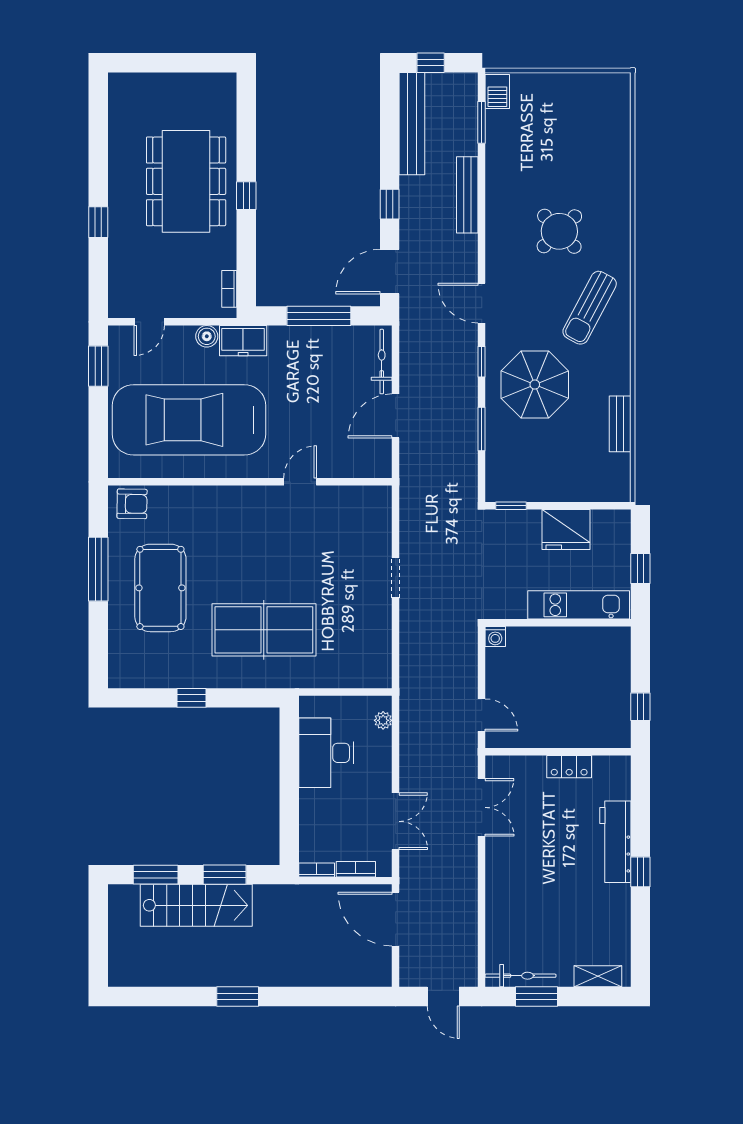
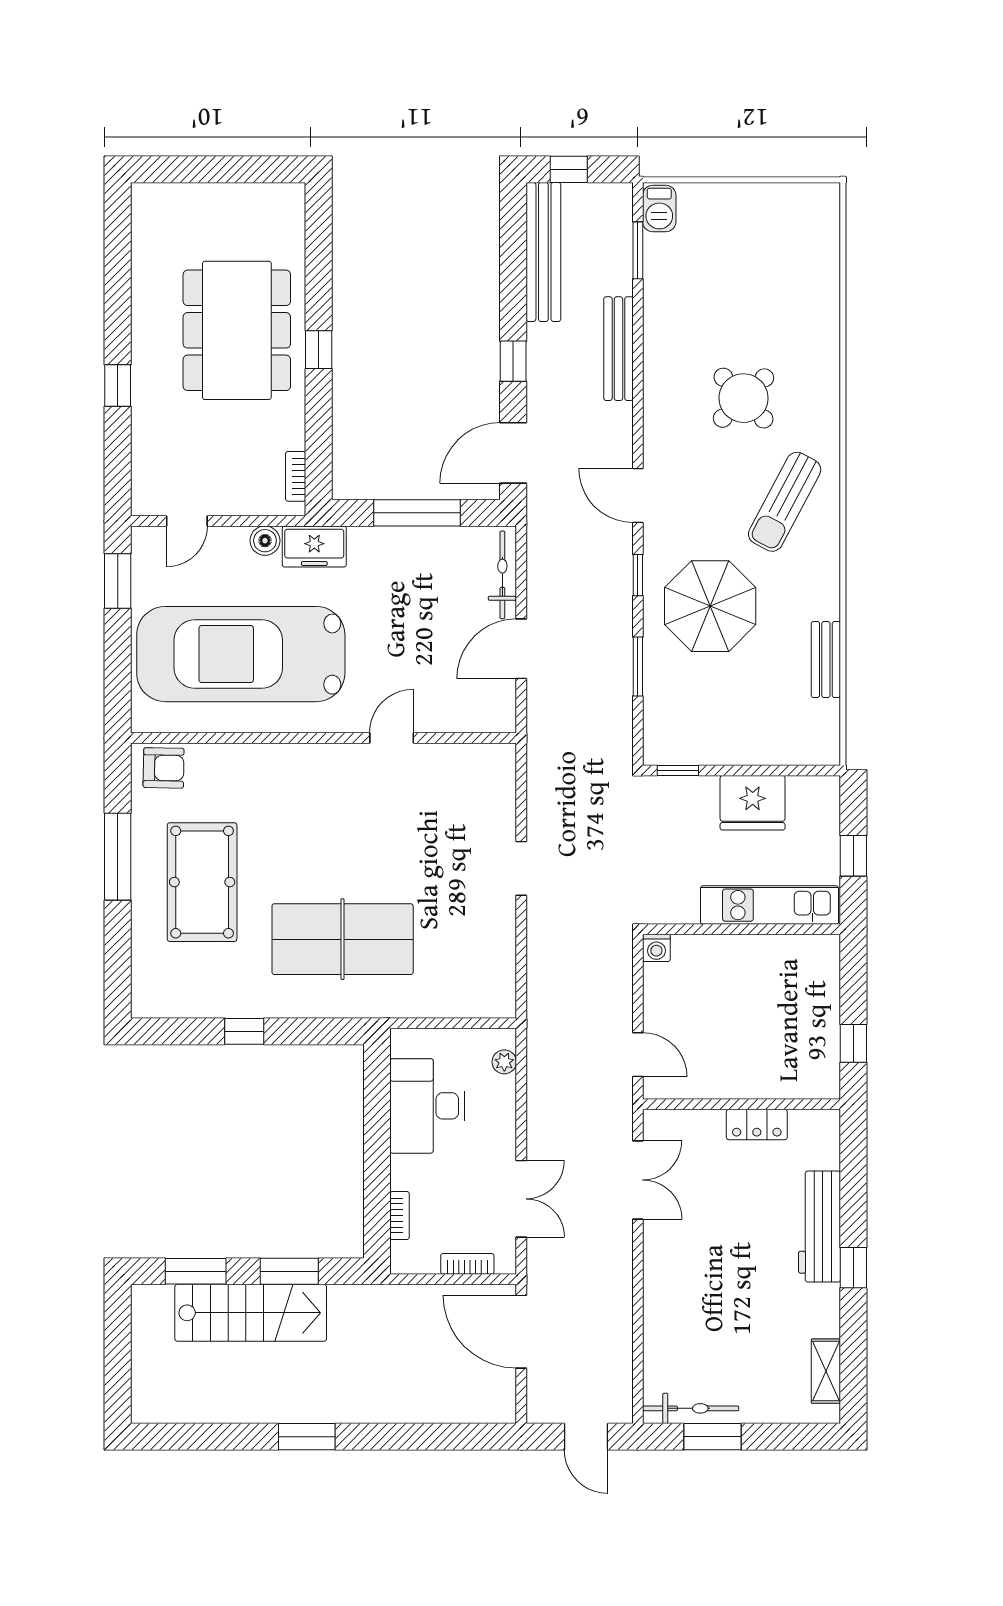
bookcase: (317, 870) -> (400, 1216), moved, turned 90
shelving: (598, 976) -> (826, 1371), moved, turned 90

